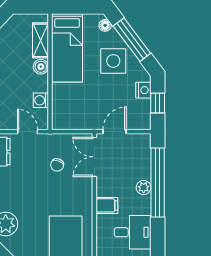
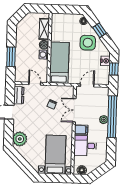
window: (132, 40) -> (99, 30), width x0.46
bed: (67, 48) -> (59, 63), moved, turned 180
washing machine: (41, 100) -> (44, 55), moved
double door: (94, 157) -> (74, 110), moved
desk: (133, 232) -> (85, 146), moved, turned 180

